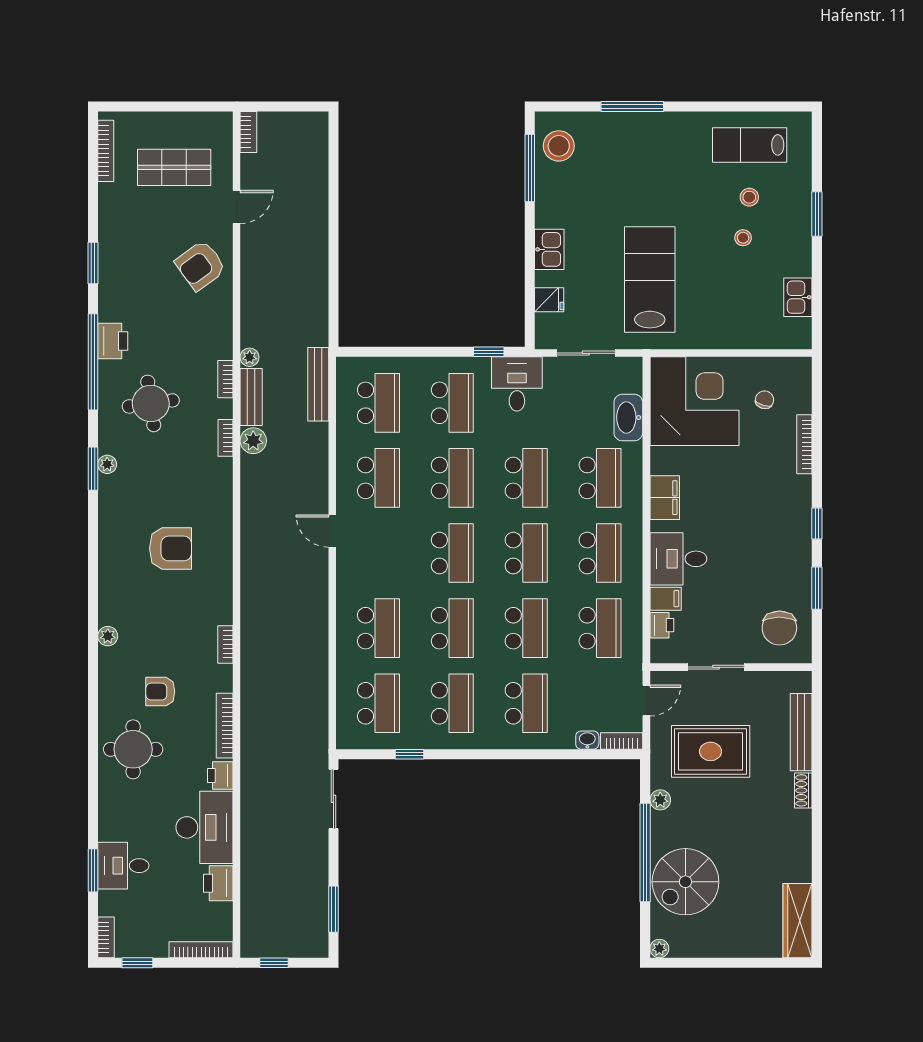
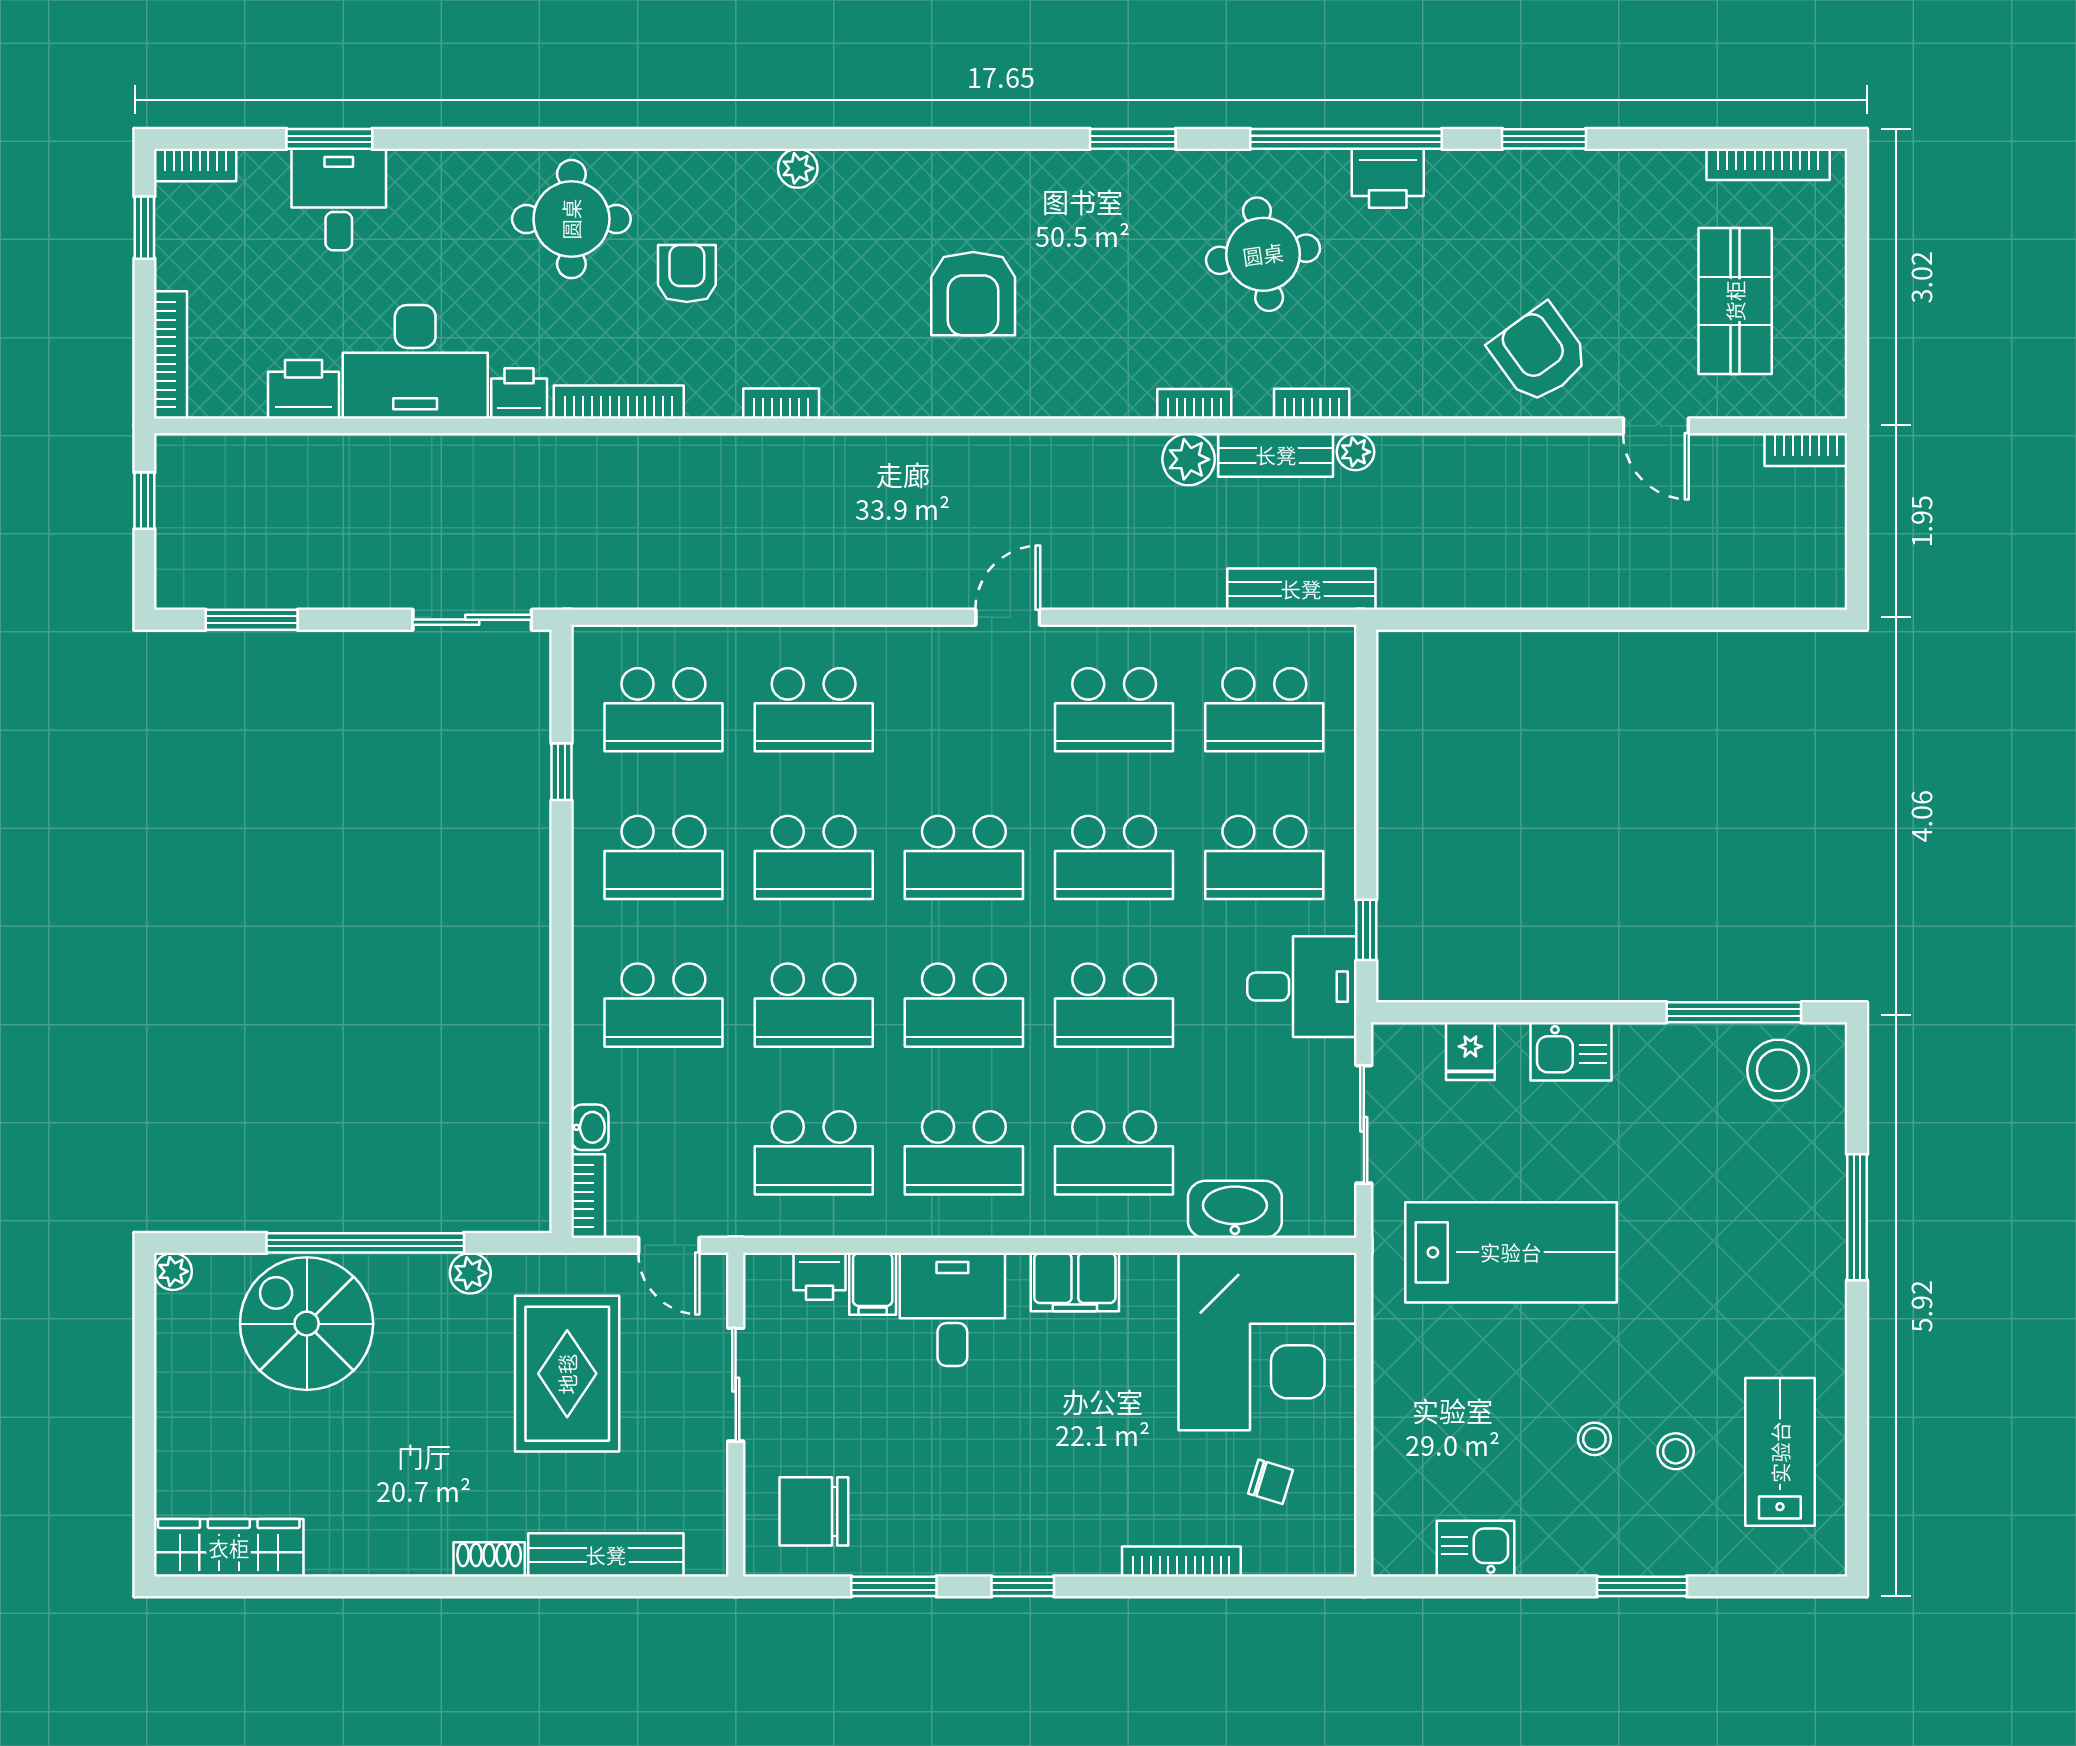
plant: (107, 464) -> (1141, 167), removed

